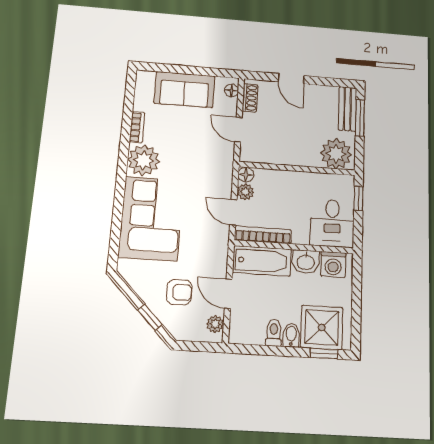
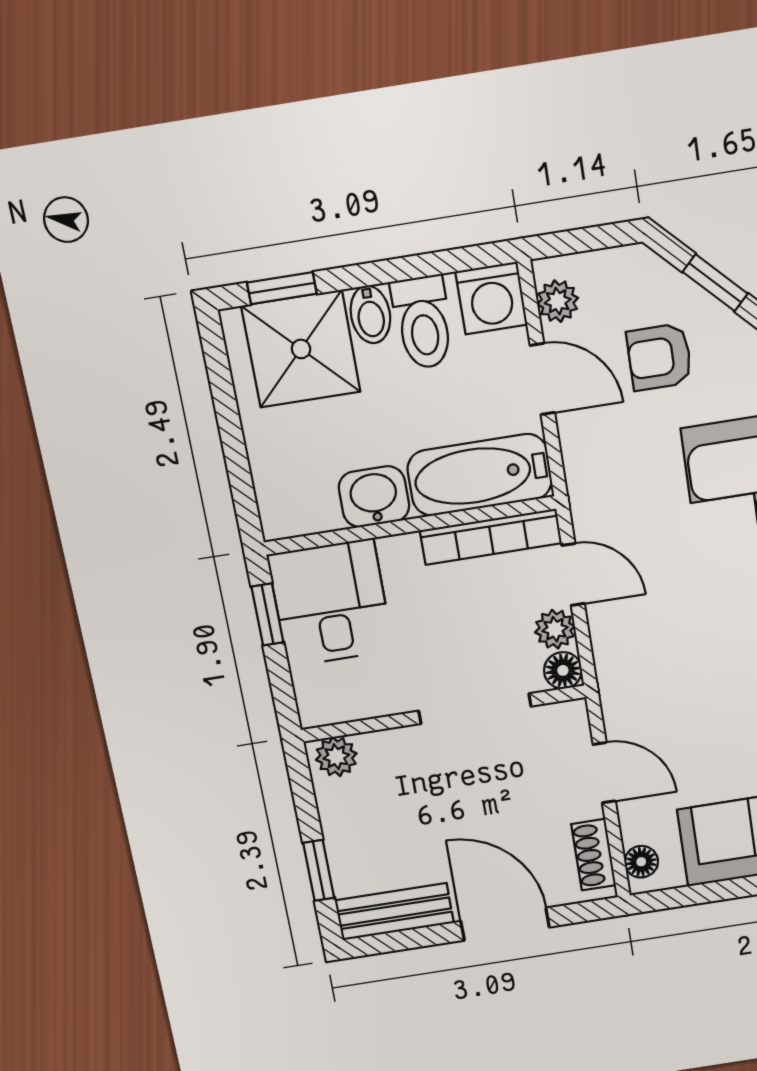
door: (291, 79) -> (505, 924), width x1.38
bench: (347, 109) -> (394, 912), moved, turned 90
window: (360, 118) -> (319, 870), width x0.67
plant: (336, 154) -> (336, 757), width x0.53, depth x0.53
doorway: (284, 168) -> (475, 709), added
window: (358, 198) -> (267, 615), moved
washing machine: (333, 264) -> (491, 298), moved, turned 180
toilet: (274, 333) -> (423, 322), width x1.37, depth x1.39

